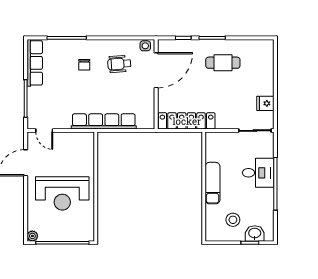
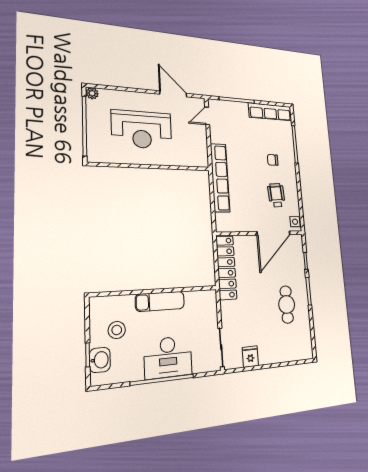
door: (156, 70) -> (274, 233), hinge flipped
desk: (258, 173) -> (168, 357), width x1.37
reception desk: (62, 193) -> (142, 130), turned -90

